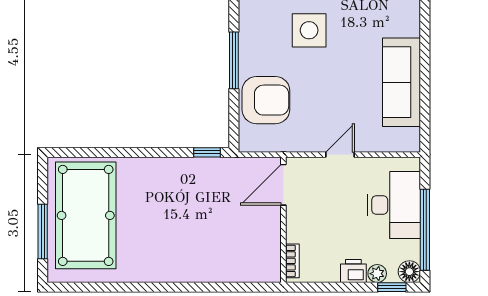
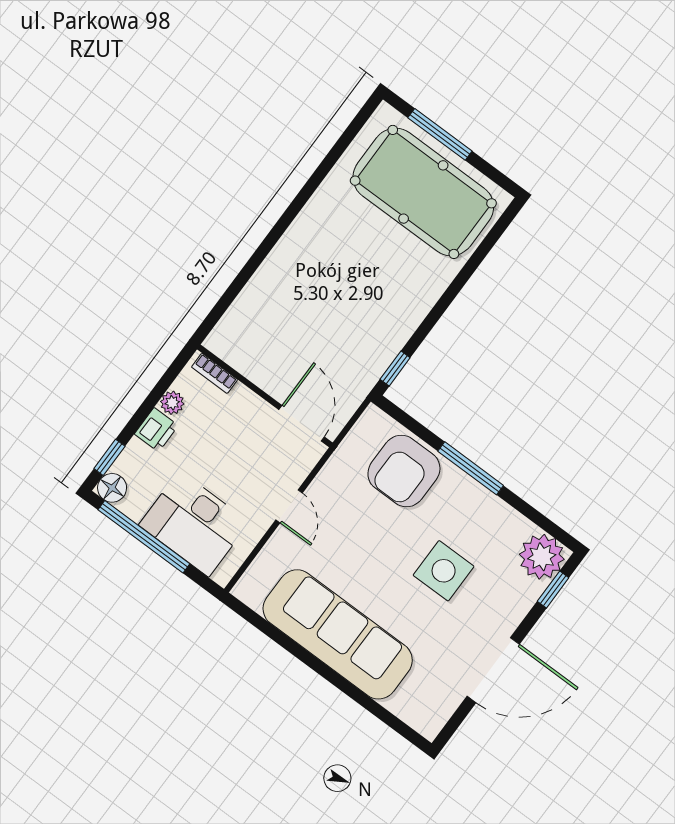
sofa: (402, 82) -> (338, 634), width x1.36, depth x1.27
plant: (377, 274) -> (172, 403), moved

